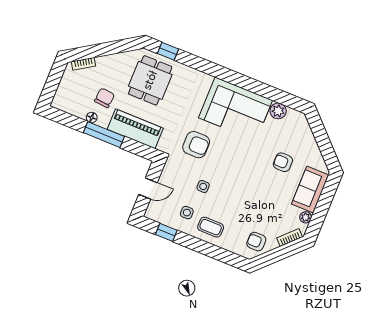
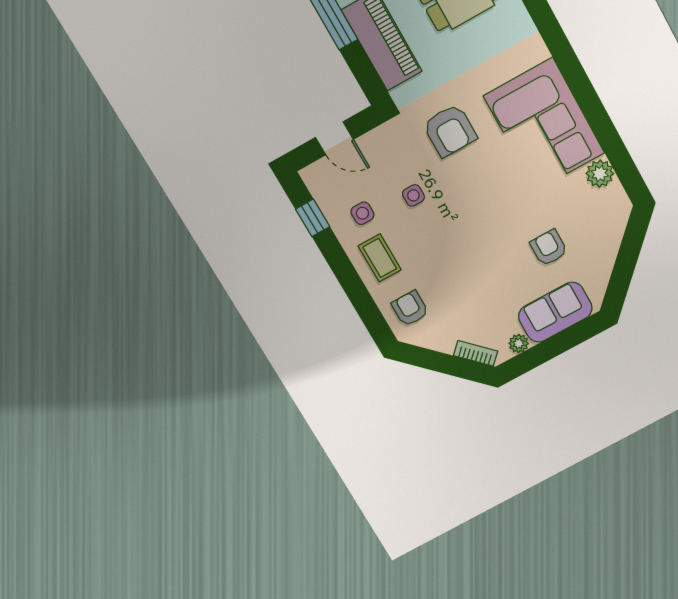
armchair: (256, 242) -> (410, 308), moved

